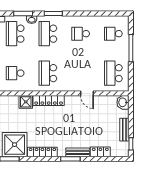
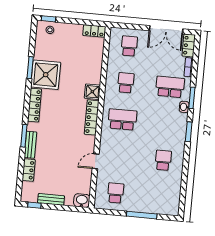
school desk: (48, 34) -> (167, 124), removed
school desk: (113, 34) -> (160, 197), removed
school desk: (113, 73) -> (116, 193), width x0.54

